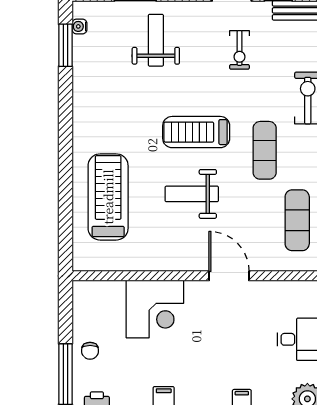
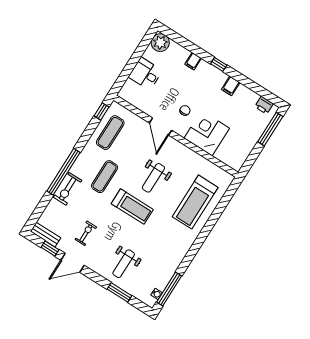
window: (65, 45) -> (169, 289), width x1.44
weight bench: (192, 194) -> (153, 178), turned 90
chair: (90, 351) -> (185, 110), moved

